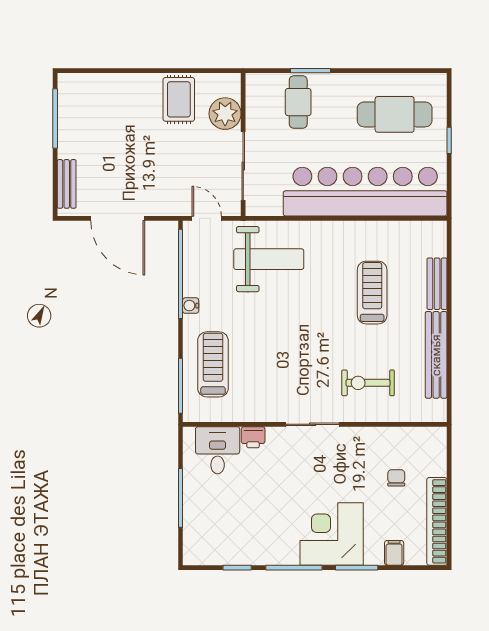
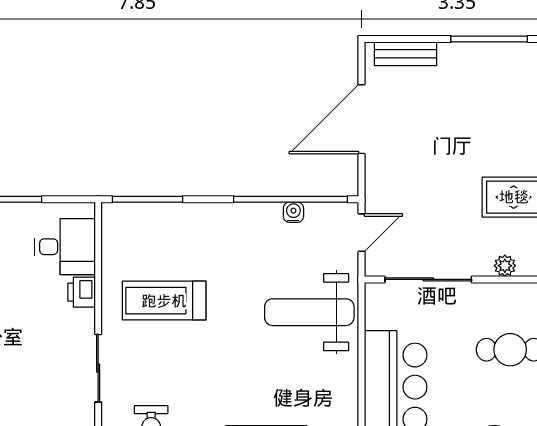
plant: (225, 114) -> (505, 266), width x0.53, depth x0.53
weight bench: (269, 259) -> (309, 312), turned 90
water cooler: (191, 306) -> (293, 212), moved
treadmill: (213, 364) -> (164, 301), moved, turned 180

